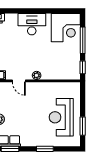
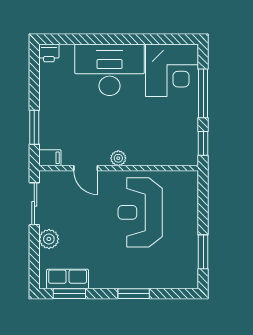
desk: (32, 24) -> (110, 70), width x1.36, depth x1.30
reception desk: (61, 117) -> (140, 212), moved

